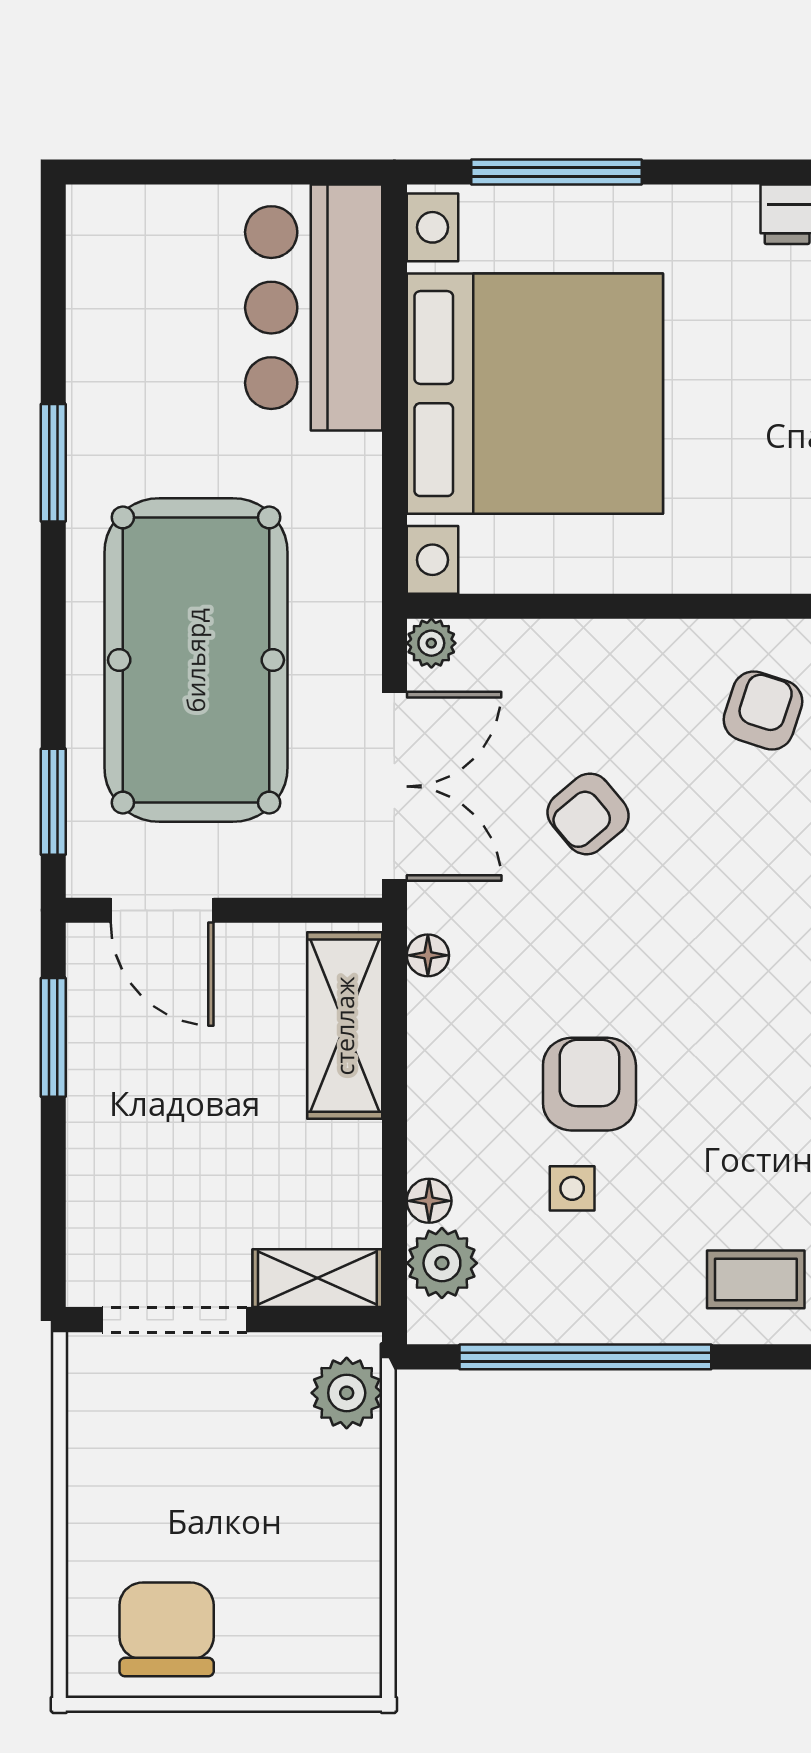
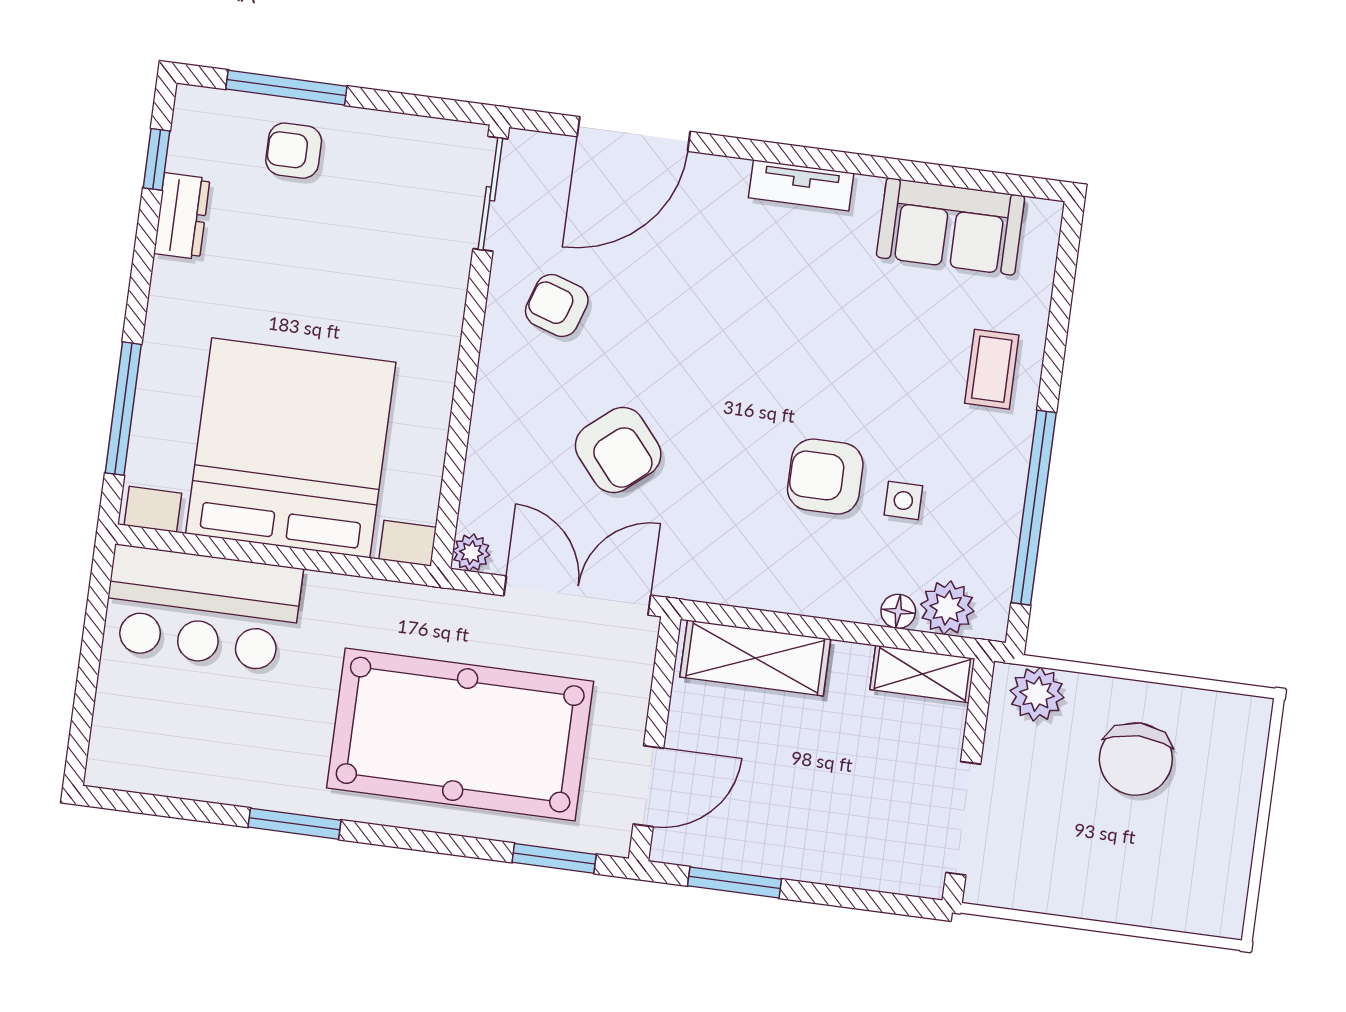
armchair: (588, 814) -> (618, 450), width x1.38, depth x1.38
floor lamp: (428, 955) -> (710, 587), removed
shelving: (317, 1278) -> (922, 674), moved, turned 90
chair: (167, 1629) -> (1136, 759), moved, turned -90

